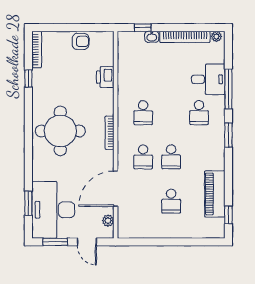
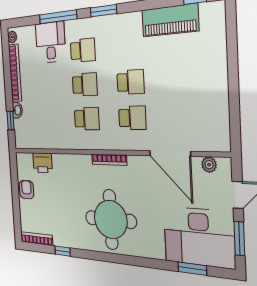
printer: (105, 77) -> (42, 163), moved
school desk: (171, 201) -> (85, 85), moved

